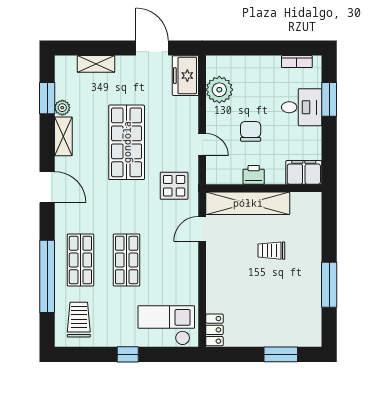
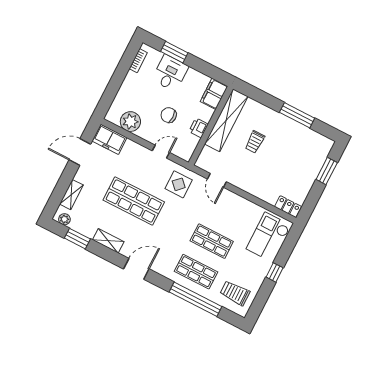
plant: (62, 108) -> (64, 219), moved
shelving: (248, 203) -> (226, 120), moved

